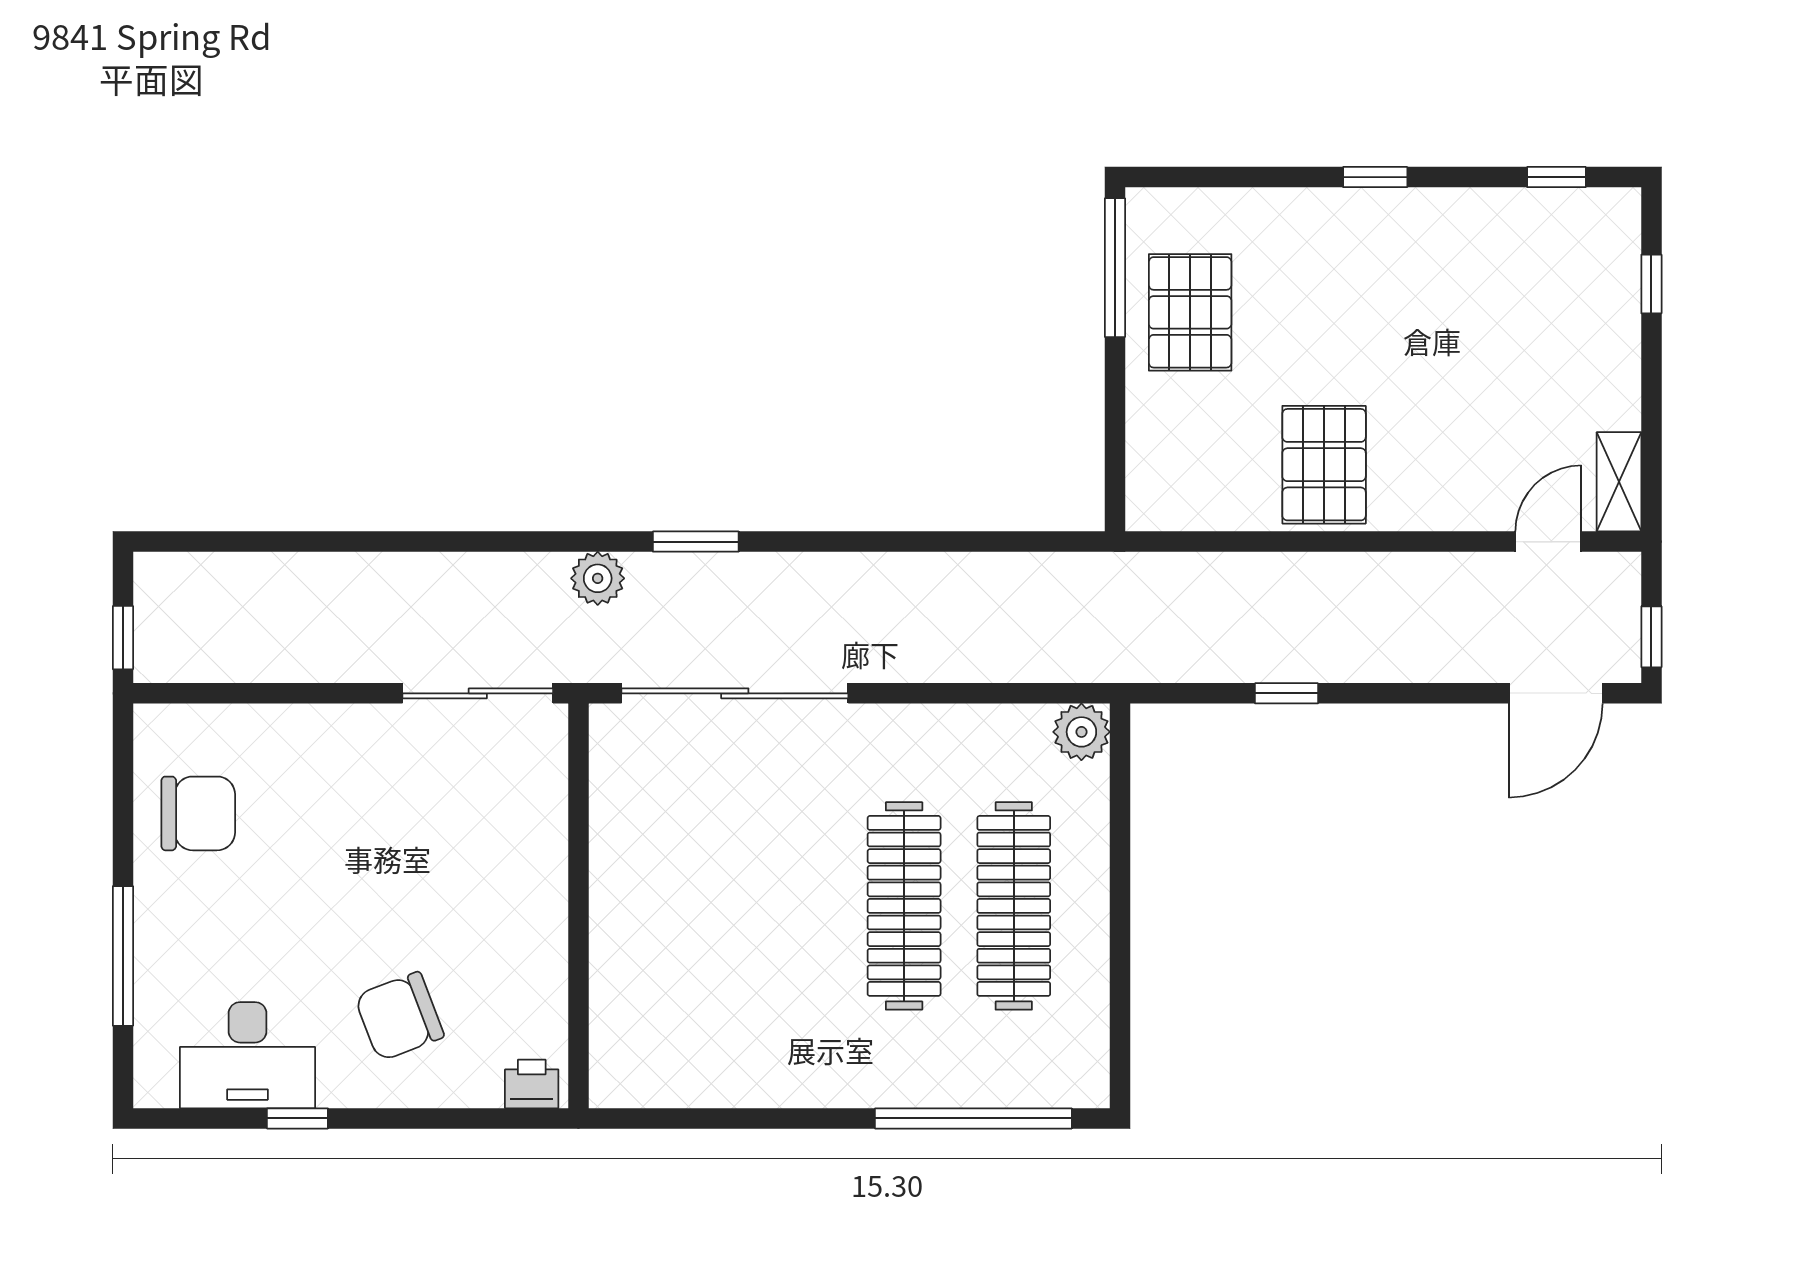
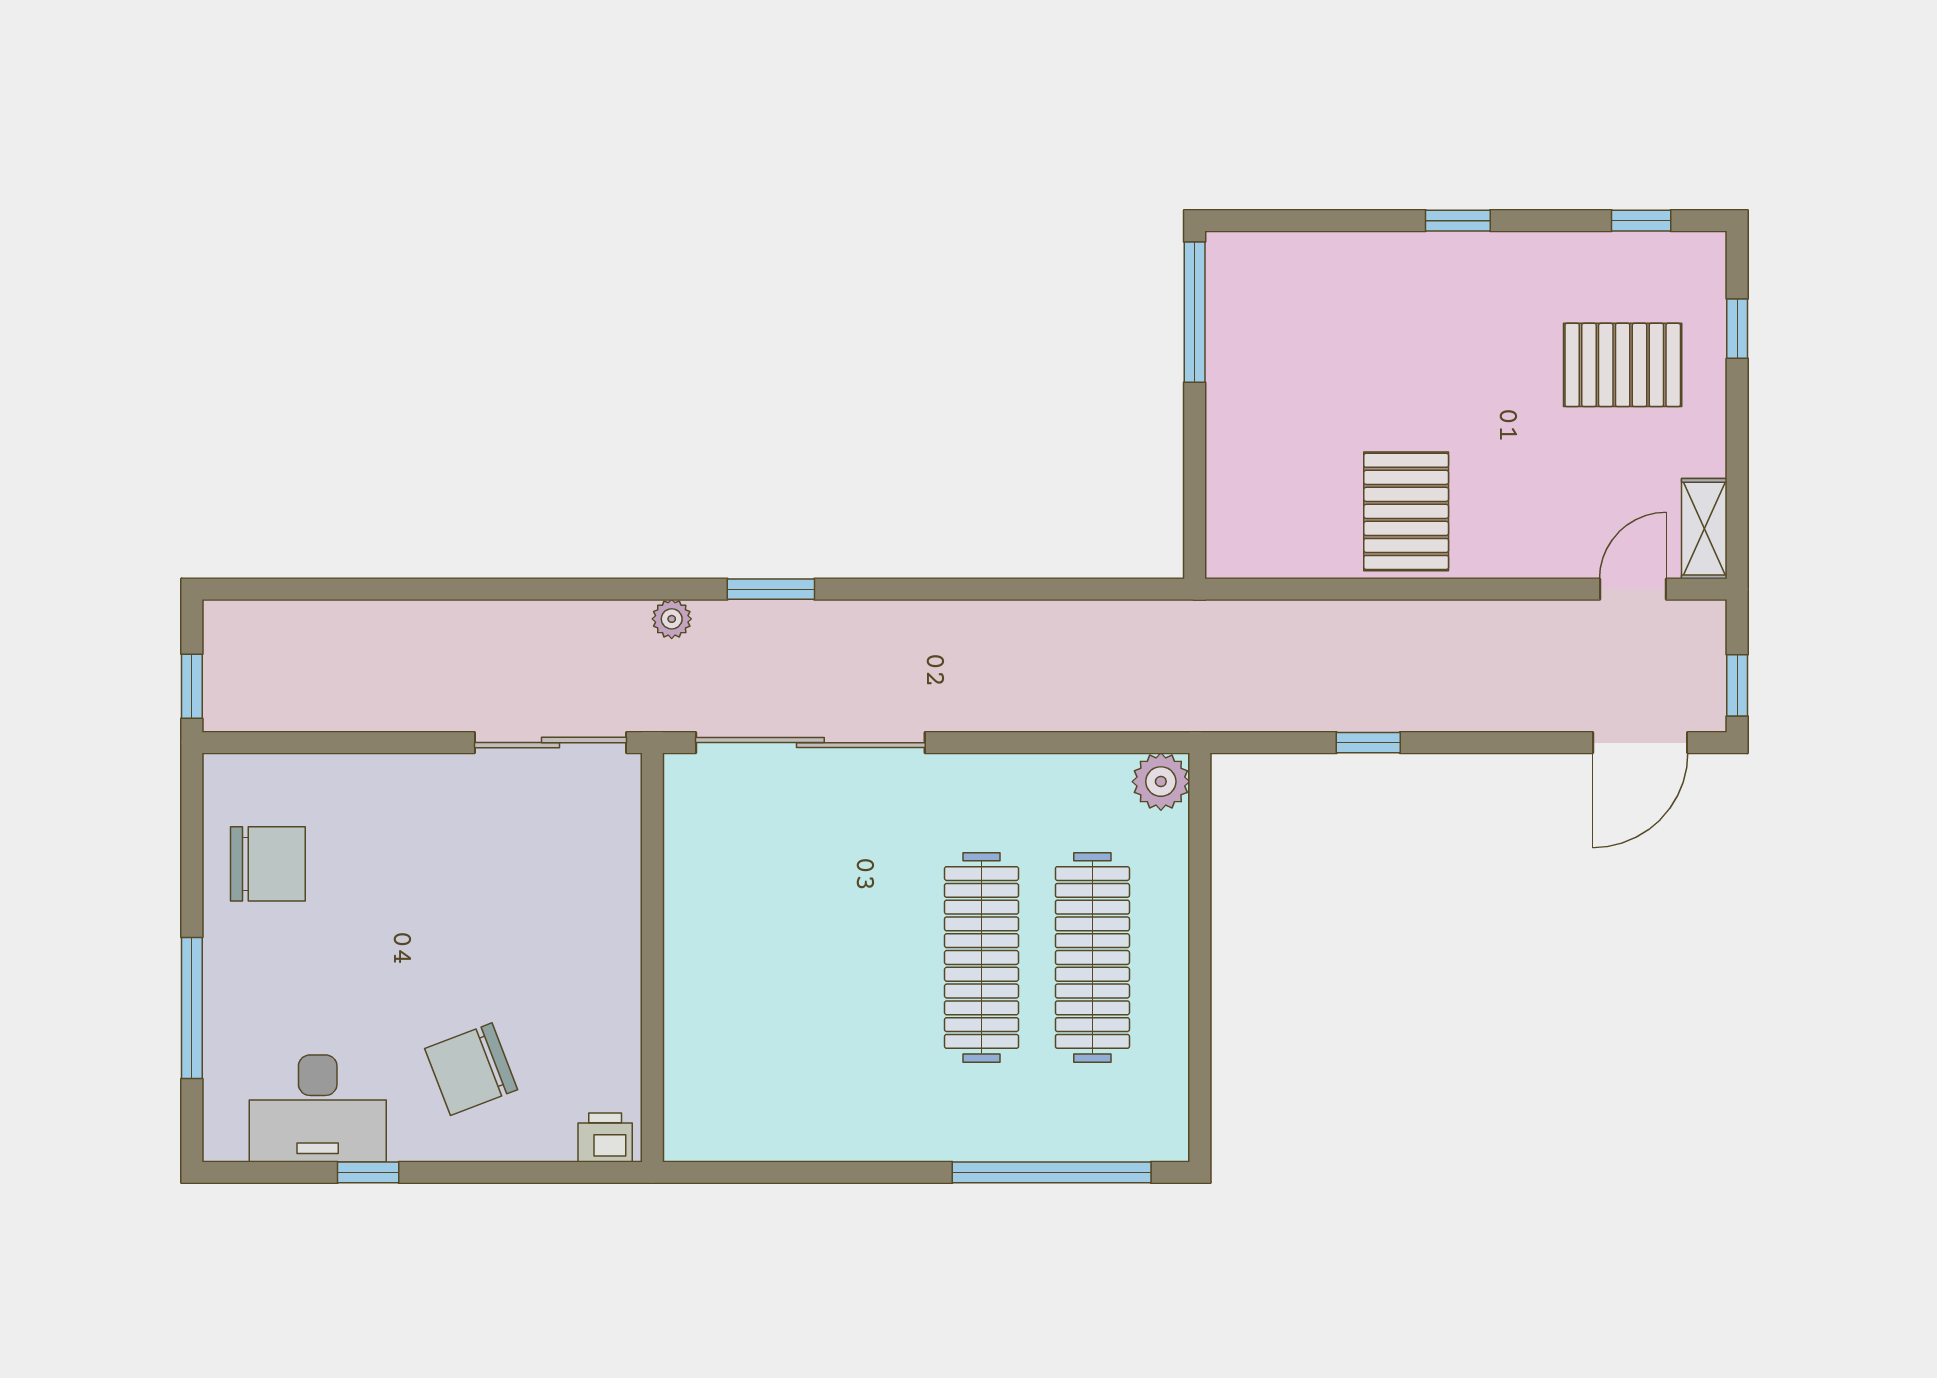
pallet: (1190, 312) -> (1623, 365), moved, turned 90
plant: (598, 578) -> (672, 619), width x0.73, depth x0.73

